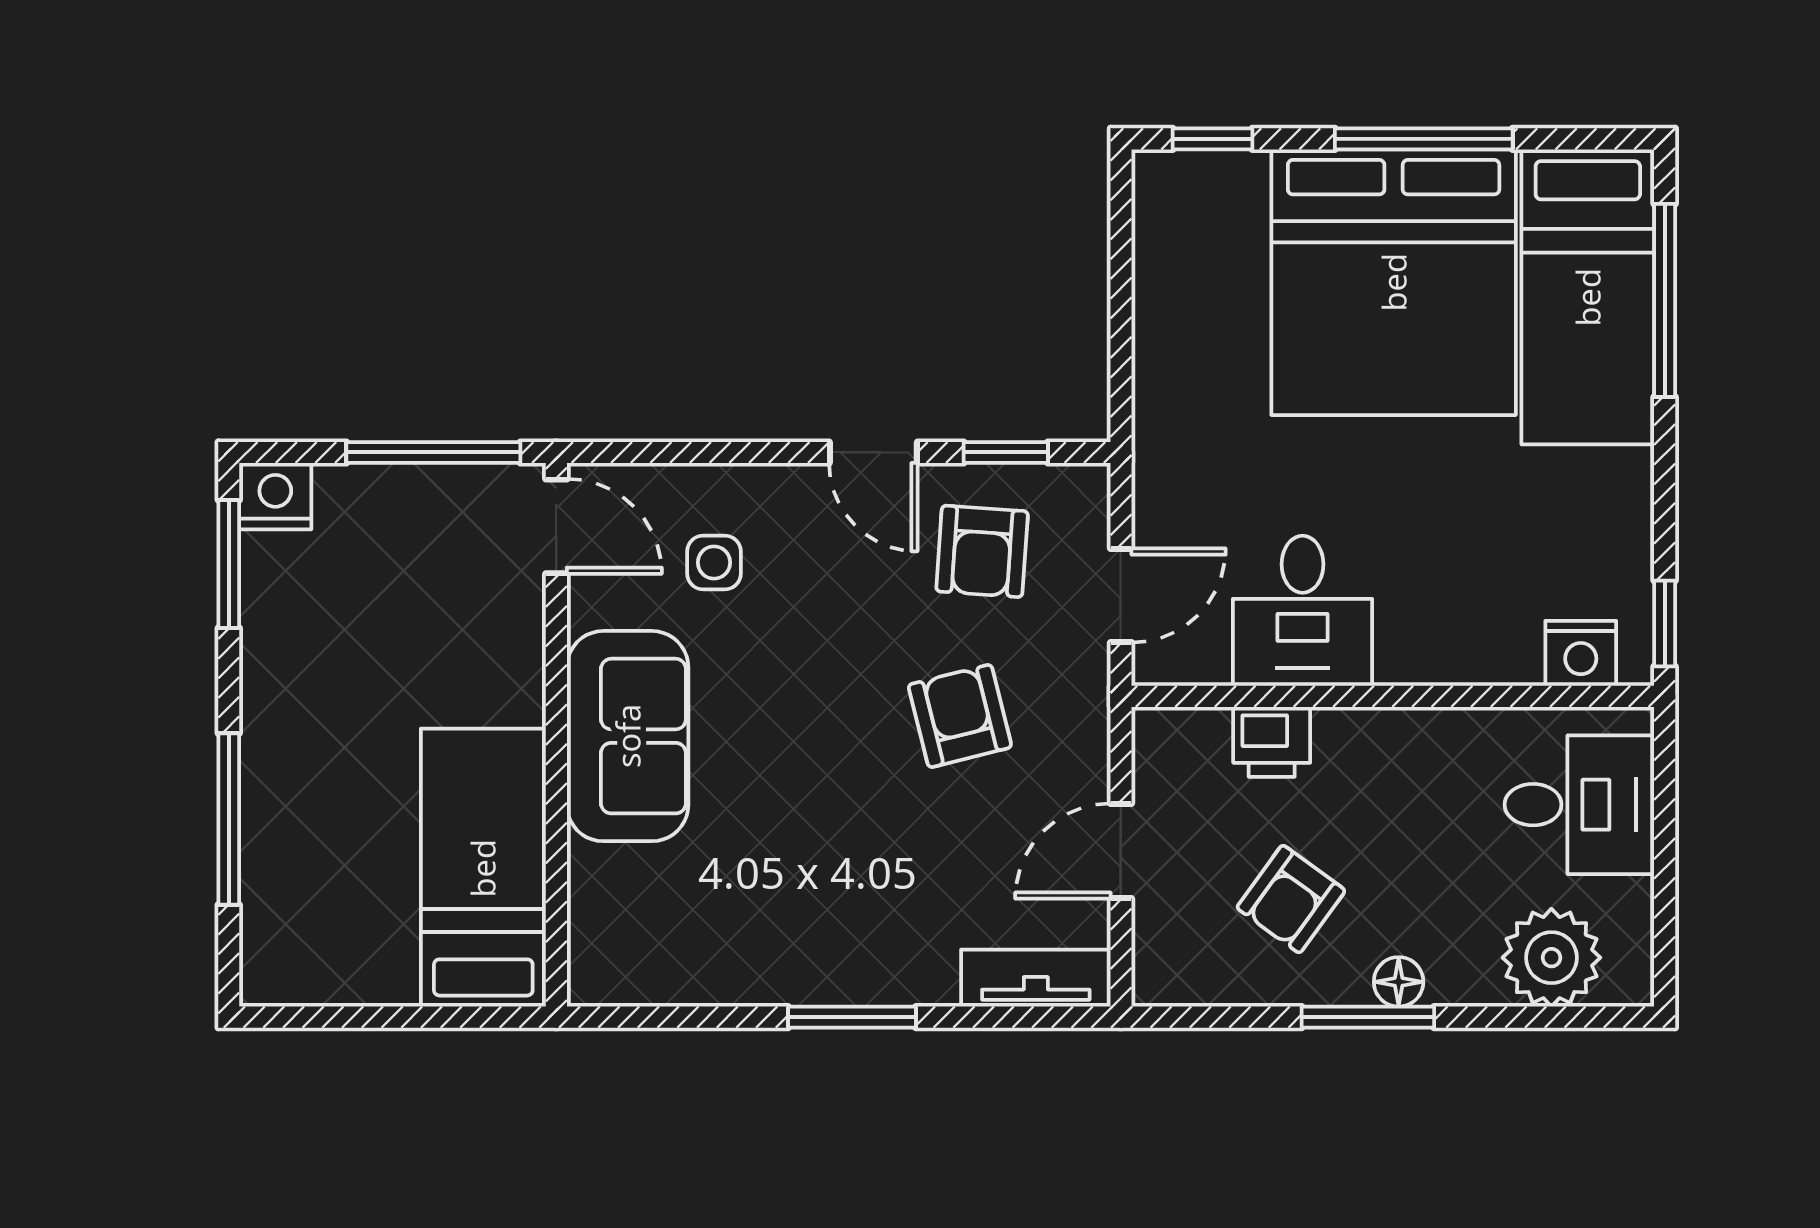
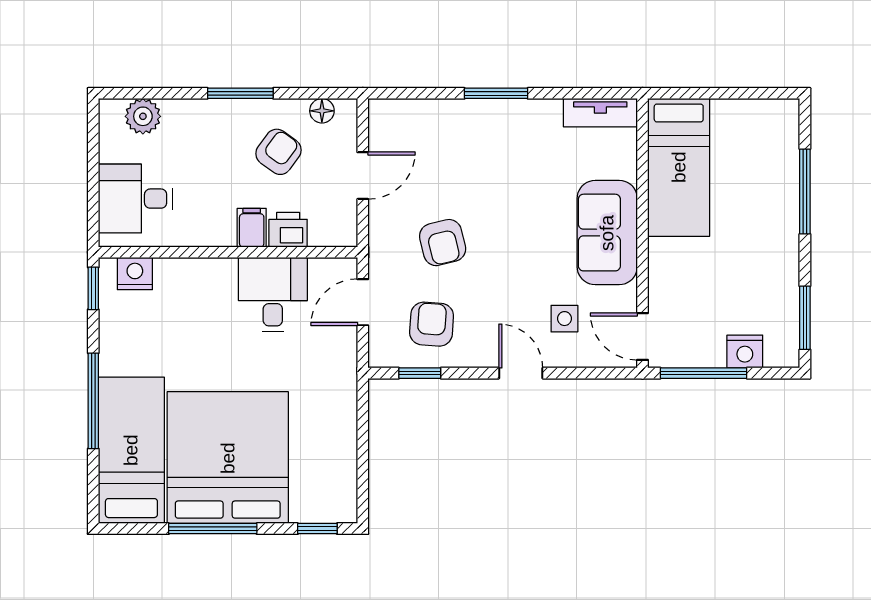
window: (1665, 300) -> (93, 401), moved
door: (873, 452) -> (521, 373), moved
nightstand: (275, 496) -> (745, 351), moved
filing cabinet: (1345, 746) -> (252, 228), added
plant: (1551, 958) -> (143, 116), width x0.73, depth x0.73
tv unit: (1036, 978) -> (600, 113), moved
floor lamp: (1399, 982) -> (322, 111), moved

